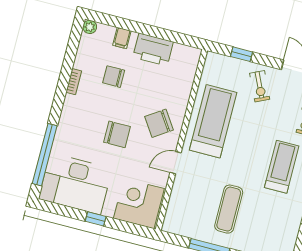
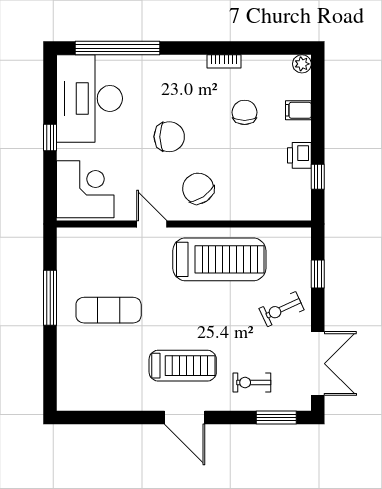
window: (173, 36) -> (318, 177), added
printer: (153, 50) -> (299, 155), width x0.53, depth x0.68
chair: (117, 134) -> (169, 137), turned -90

